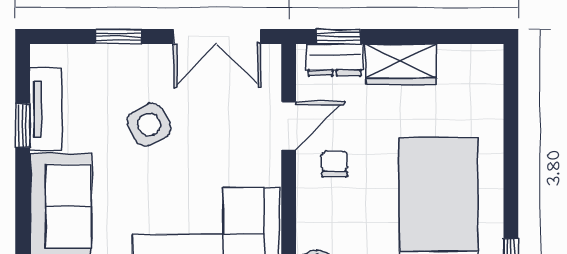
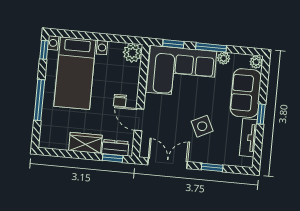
window: (23, 125) -> (261, 114), moved
door: (289, 126) -> (139, 120), hinge flipped
window: (511, 148) -> (39, 100), added

